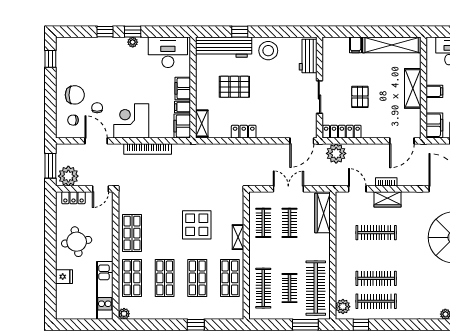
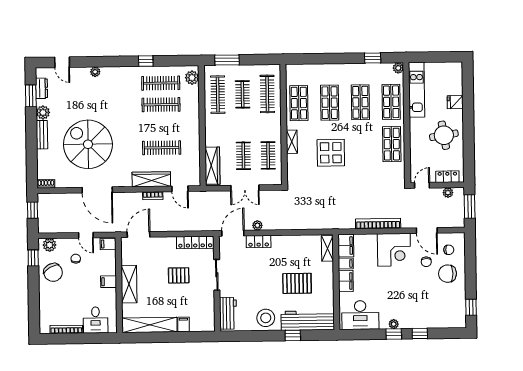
pallet: (360, 97) -> (179, 275), turned 90
filing cabinet: (434, 125) -> (108, 244), width x0.50
locker: (244, 132) -> (259, 242), moved
plant: (336, 153) -> (257, 225), moved, width x0.53, depth x0.53
plant: (68, 176) -> (448, 193), width x0.53, depth x0.53
wardrobe: (387, 199) -> (151, 179), width x1.50
clothes rail: (316, 288) -> (218, 95), width x0.73, depth x0.76
window: (196, 325) -> (373, 58), moved
window: (361, 325) -> (146, 61), moved

